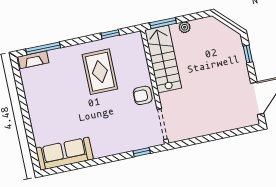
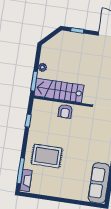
rug: (100, 72) -> (47, 156), moved
armchair: (143, 95) -> (65, 111), moved

